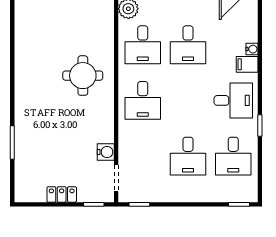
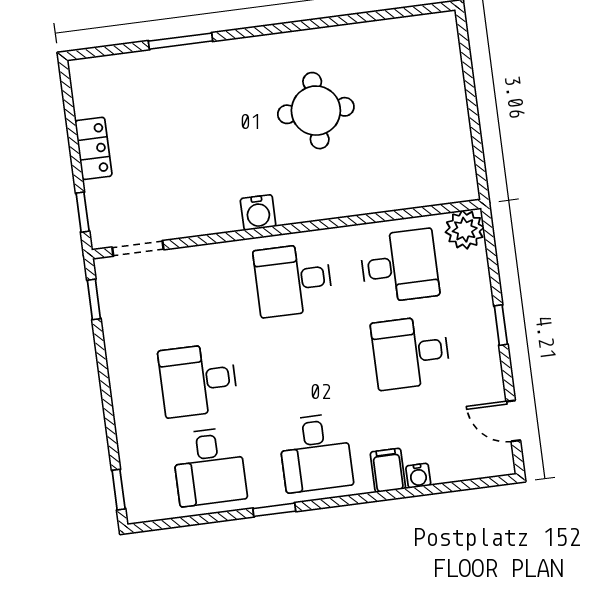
desk: (143, 45) -> (399, 266), turned 180
round table: (83, 76) -> (316, 111), moved
water cooler: (106, 152) -> (258, 213), moved
desk: (233, 156) -> (209, 467), turned -90

